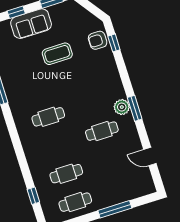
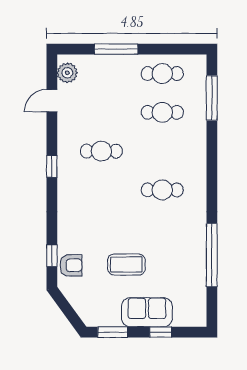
plant: (122, 107) -> (67, 73), moved
window: (135, 108) -> (52, 166), width x0.67
door: (150, 157) -> (52, 101), swing flipped
window: (33, 196) -> (212, 98), width x2.17

